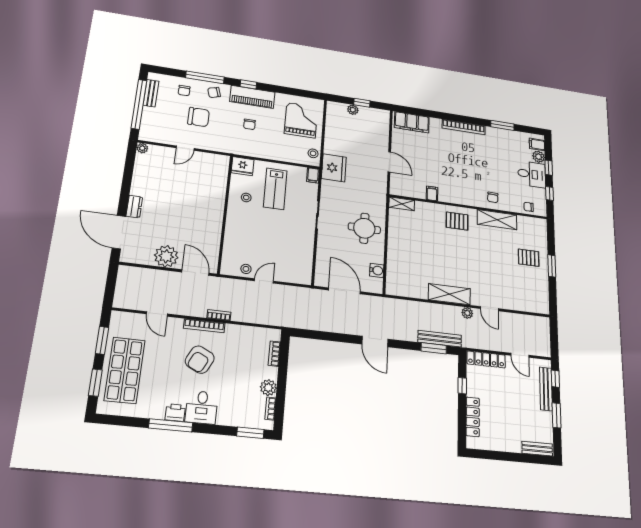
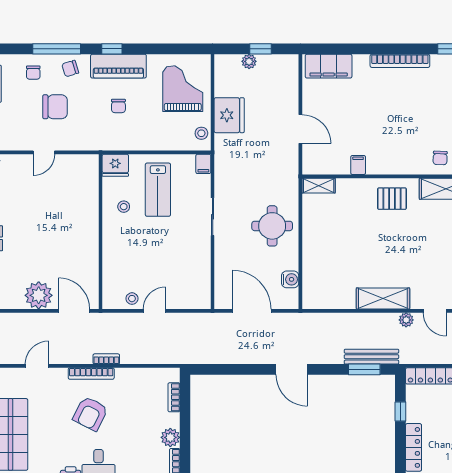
fridge: (334, 168) -> (229, 115), moved
door: (157, 314) -> (37, 366), swing flipped

